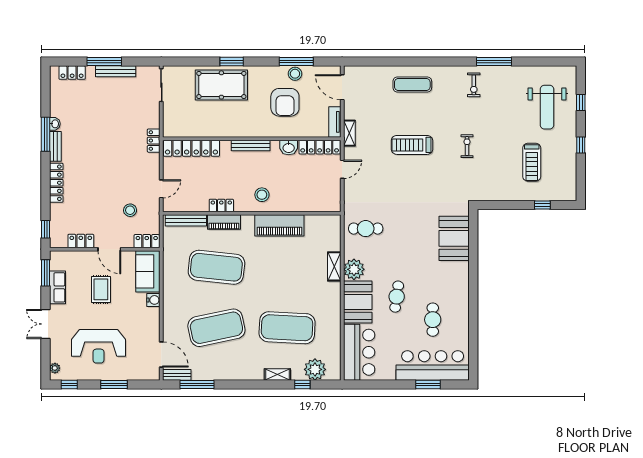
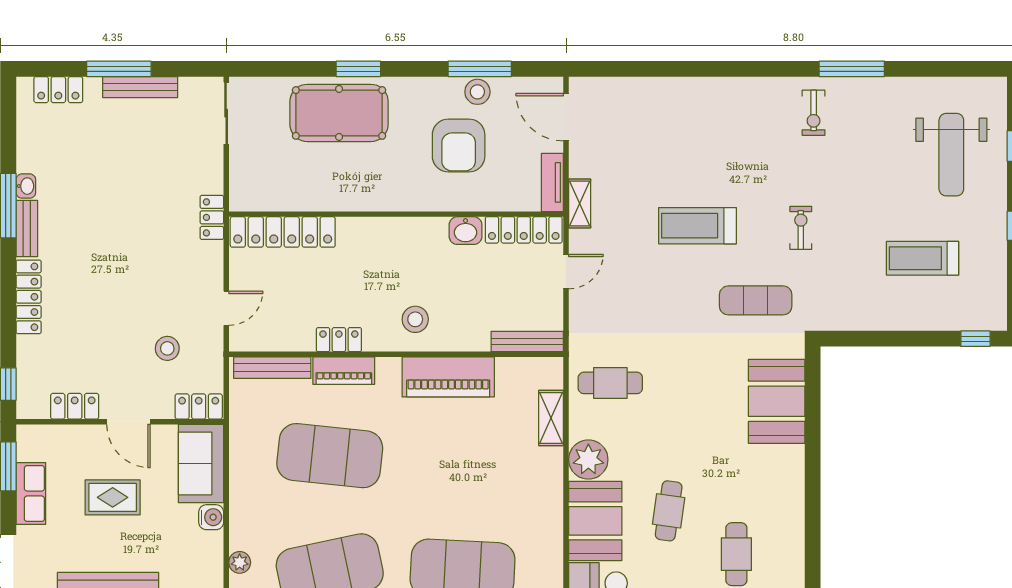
exercise mat: (412, 84) -> (756, 300), moved
bench: (251, 146) -> (527, 341), moved
treadmill: (532, 162) -> (923, 258), turned 90
window: (542, 205) -> (975, 339), moved
shelving: (334, 266) -> (551, 418), moved
rug: (101, 289) -> (113, 497), turned 90
plant: (169, 324) -> (240, 562), added

